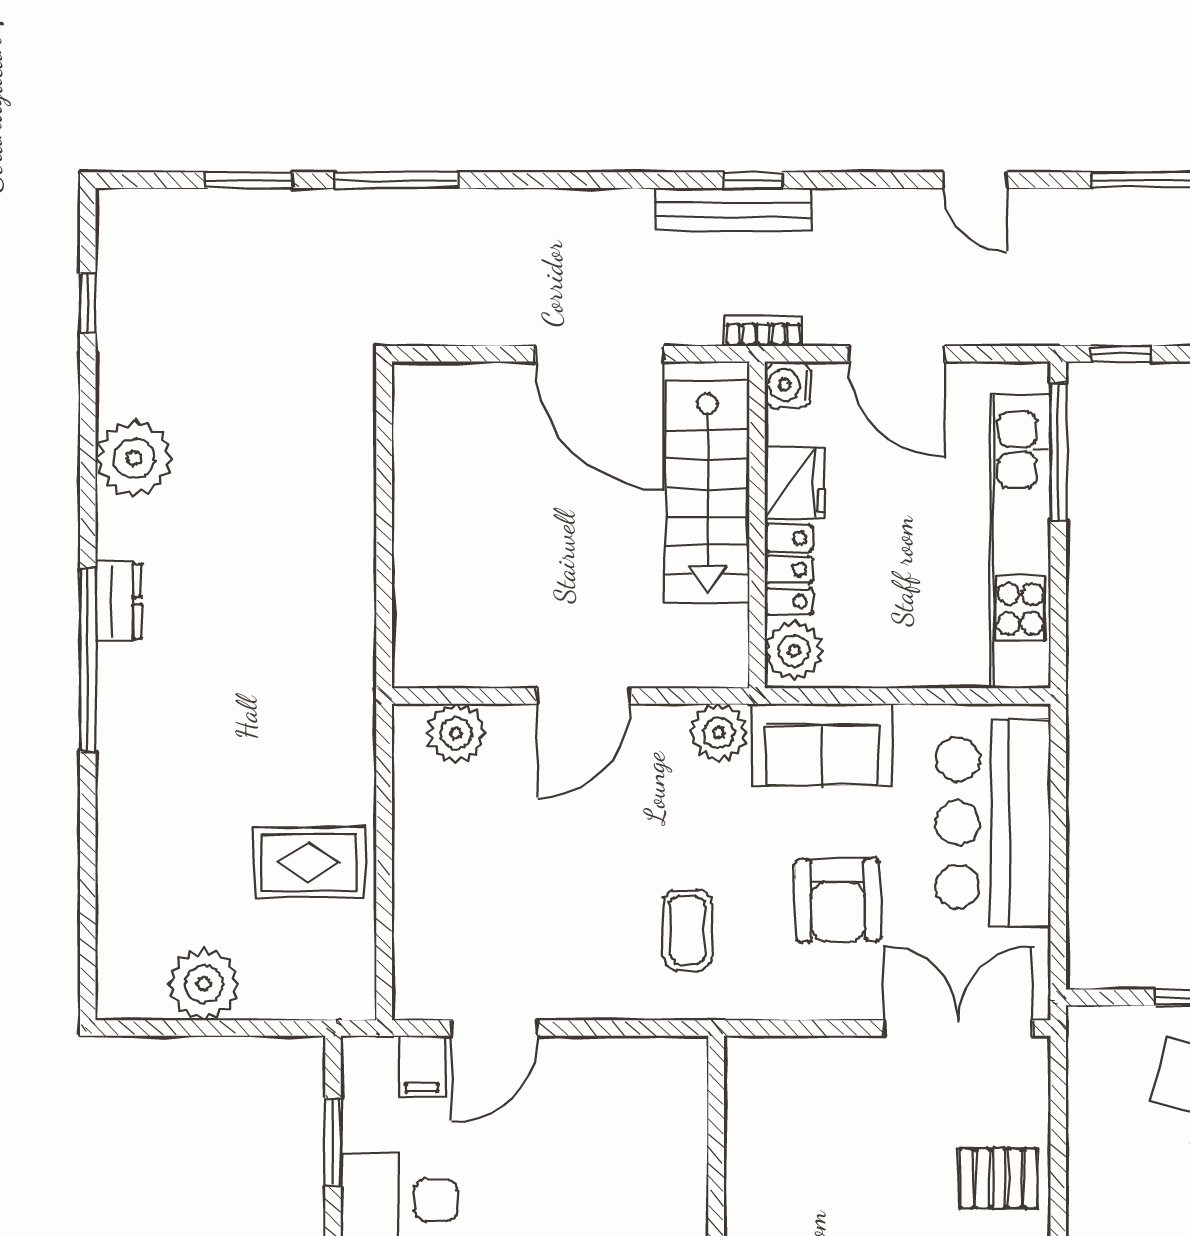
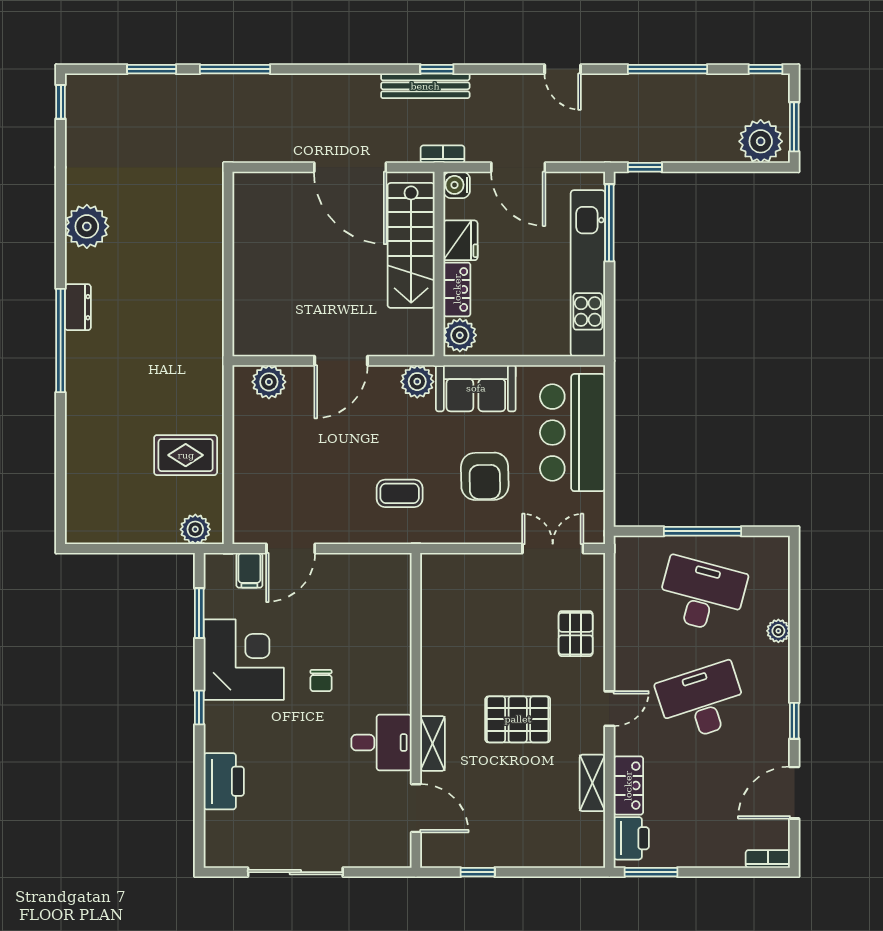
window: (88, 303) -> (61, 102), moved
coffee table: (687, 930) -> (400, 493), turned 90
plant: (204, 984) -> (195, 529), moved, width x0.73, depth x0.73
double door: (958, 1028) -> (553, 549), width x0.73
pallet: (999, 1178) -> (576, 634), turned 90

